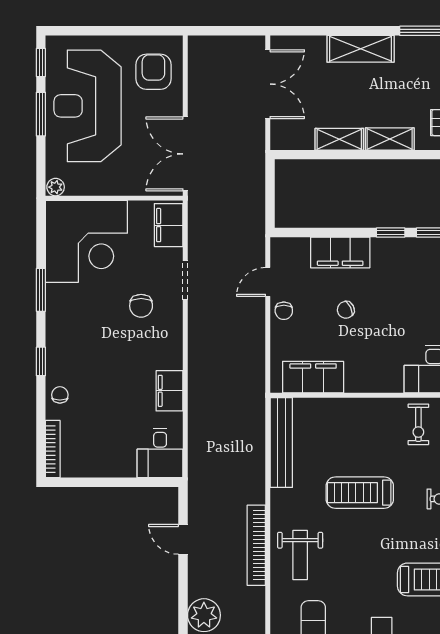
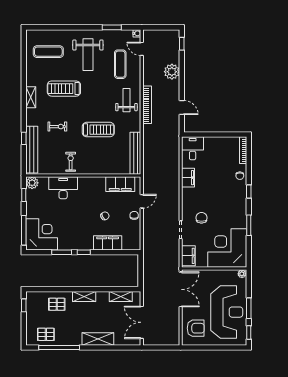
armchair: (153, 72) -> (196, 328), turned -90
shelving: (339, 139) -> (121, 296), moved
door: (268, 282) -> (142, 201), moved

